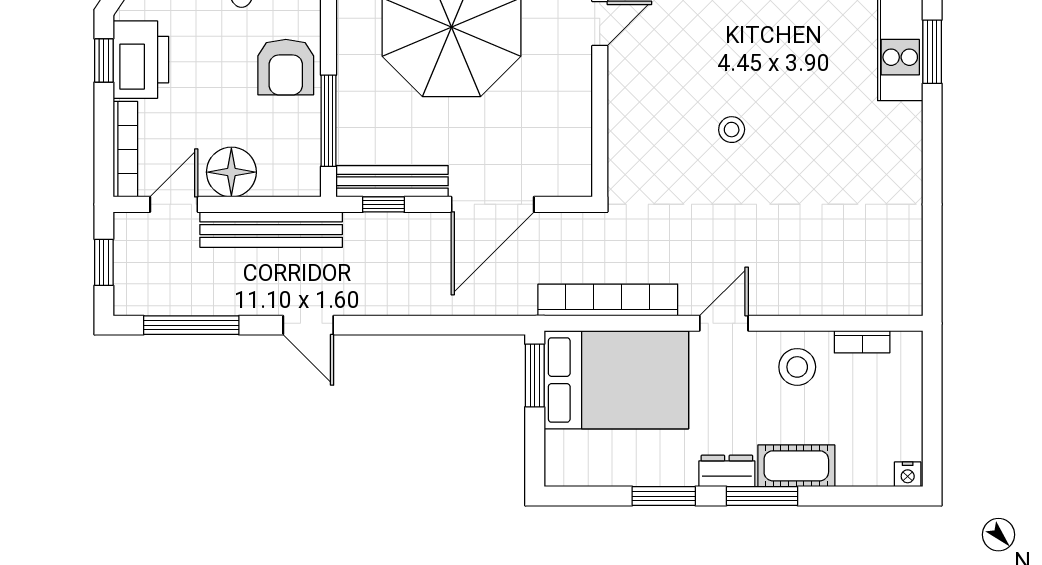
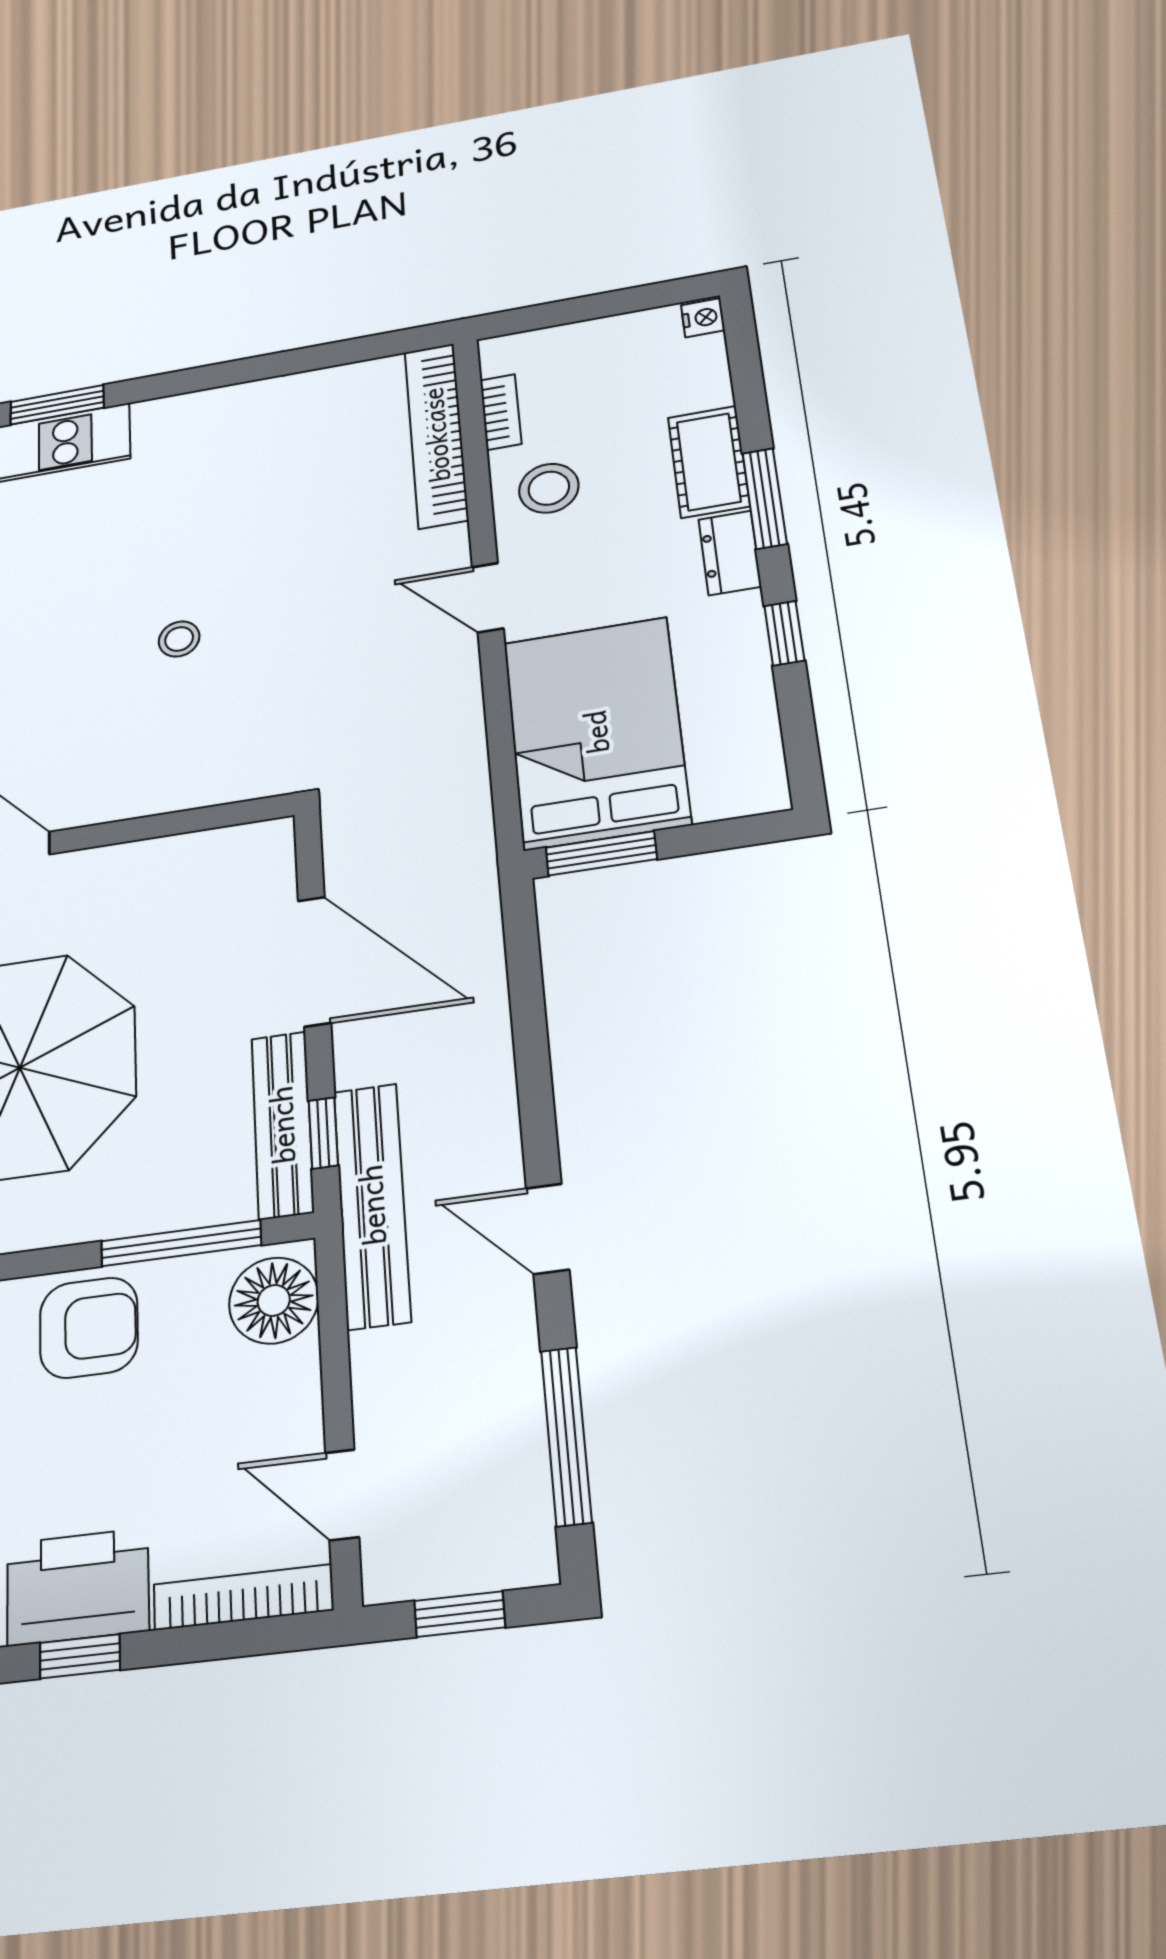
floor lamp: (231, 172) -> (274, 1300), moved
bench: (271, 230) -> (372, 1205), moved
bookcase: (608, 300) -> (436, 435), moved
door: (308, 325) -> (548, 1229), swing flipped
window: (664, 496) -> (784, 633), width x0.67

